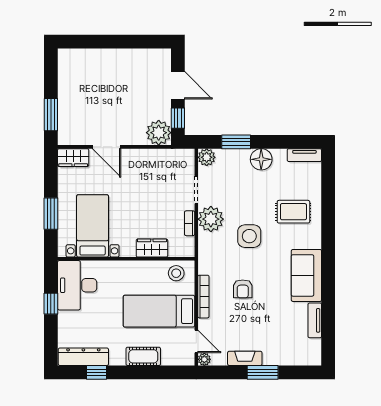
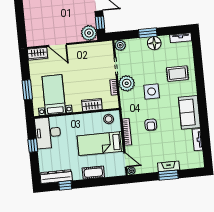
window: (51, 115) -> (21, 28), removed
window: (236, 142) -> (148, 33), moved
fireplace: (245, 358) -> (169, 166), moved

